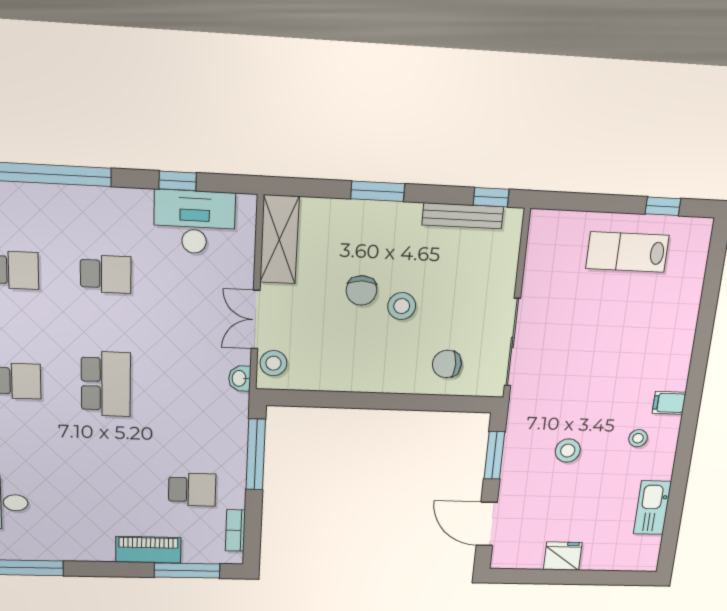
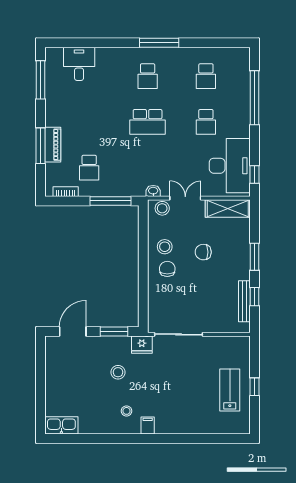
window: (178, 181) -> (255, 175), moved
window: (491, 197) -> (255, 297), moved
window: (663, 206) -> (255, 387), moved
desk: (194, 222) -> (230, 166), width x1.36, depth x1.30
stool: (402, 306) -> (165, 247), moved
chair: (447, 364) -> (167, 269), moved
kitchen sink: (652, 508) -> (61, 425), moved
fridge: (563, 556) -> (142, 345), moved, turned 90
window: (187, 571) -> (41, 146), moved

